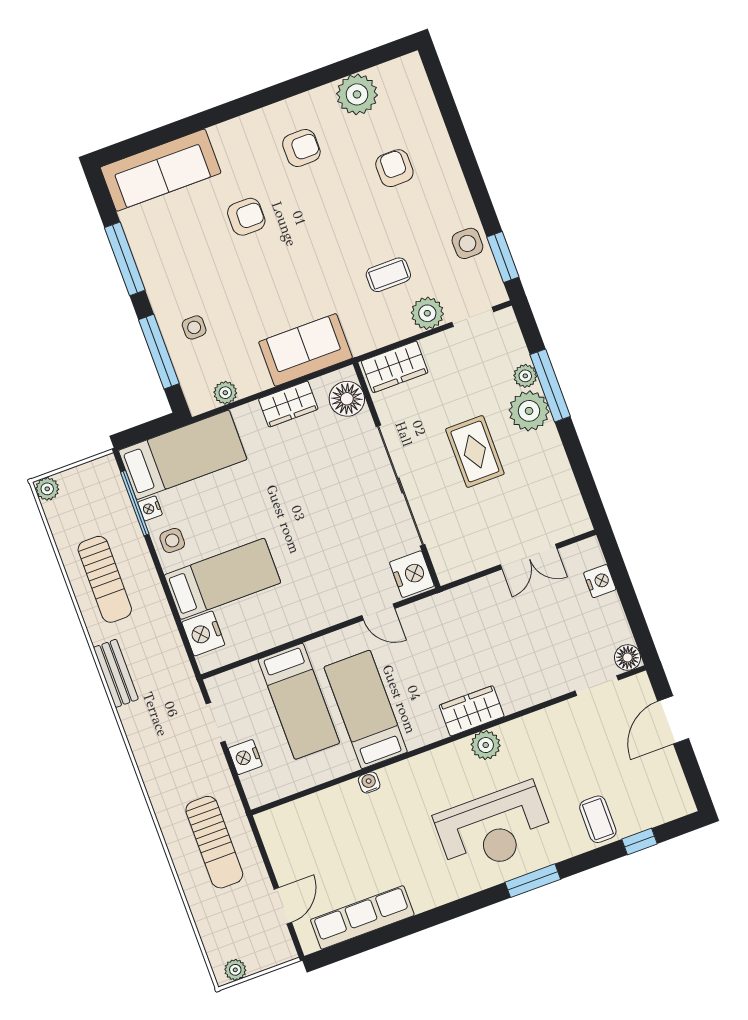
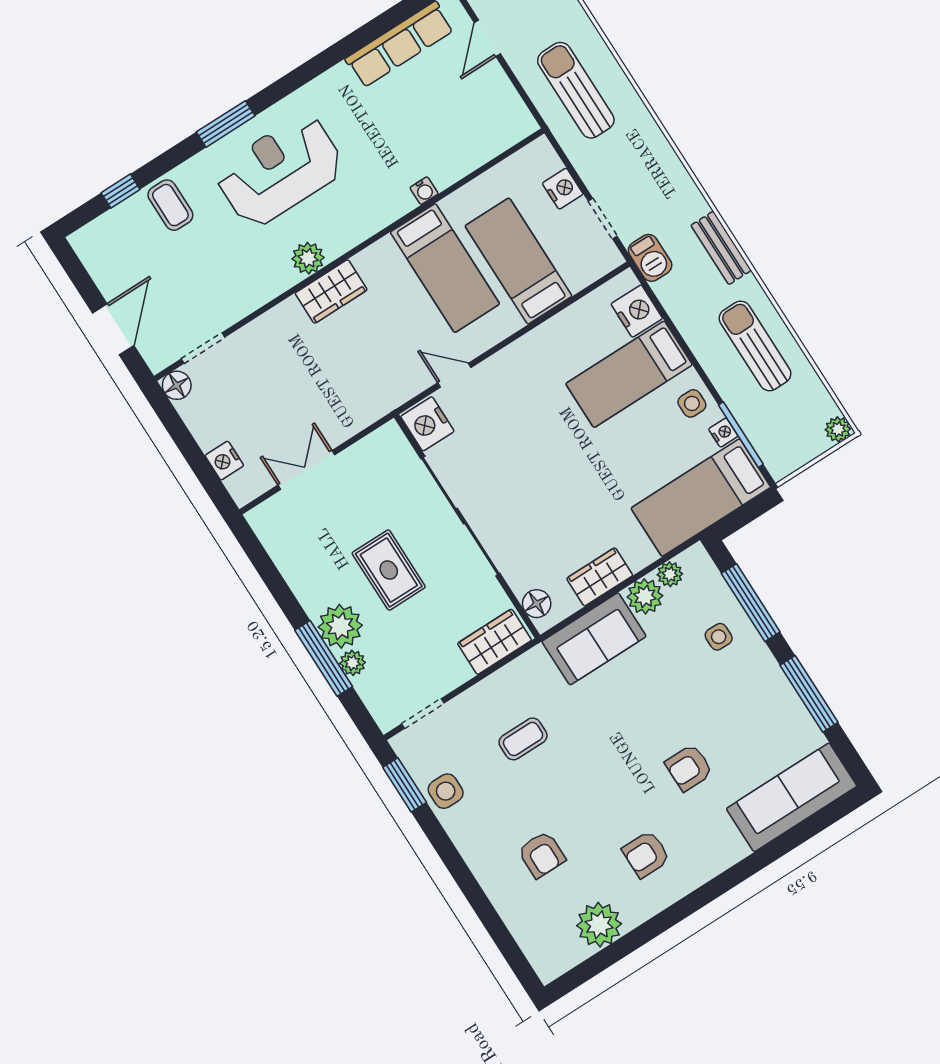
plant: (427, 313) -> (645, 596), moved
floor lamp: (347, 399) -> (537, 604), width x0.73, depth x0.73
barbecue: (181, 678) -> (650, 258), added

